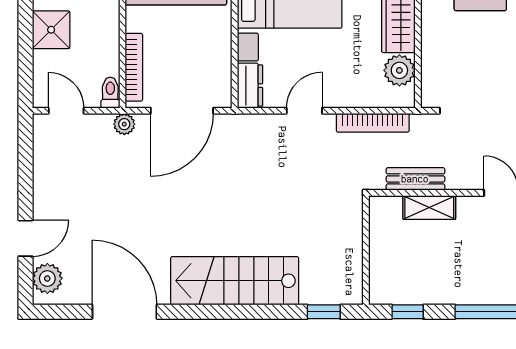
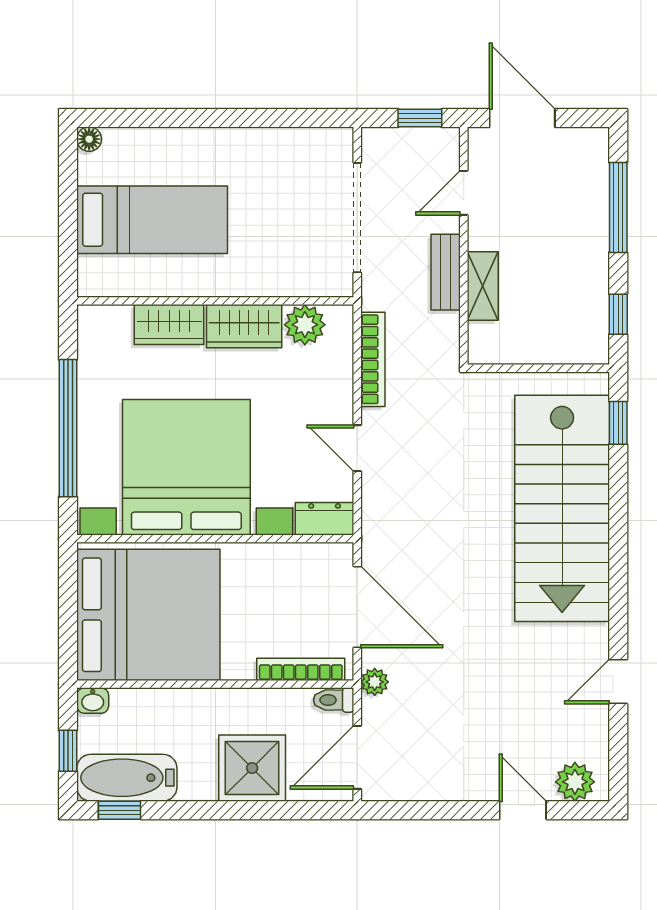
shower: (51, 30) -> (252, 768), width x1.36, depth x1.36
door: (66, 111) -> (357, 757), width x1.38
bench: (415, 179) -> (446, 272), moved
stairs: (235, 281) -> (562, 508), width x1.36, depth x1.51
door: (124, 312) -> (618, 682), width x0.53

